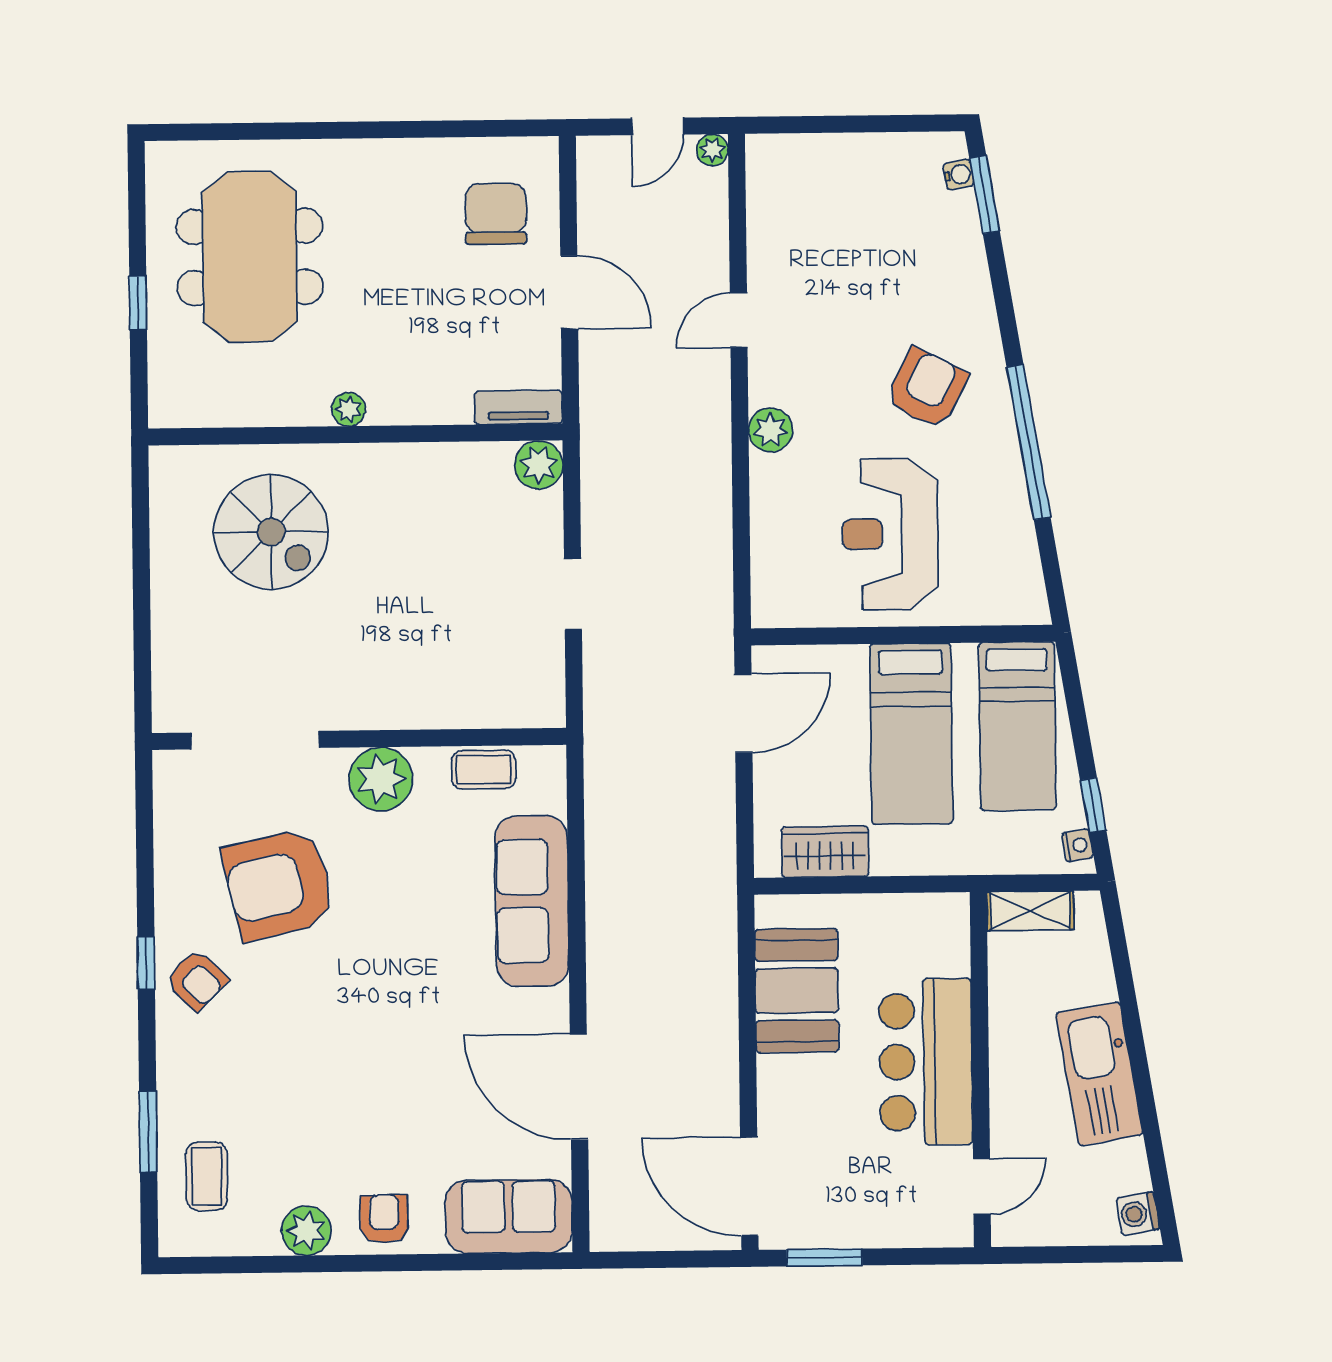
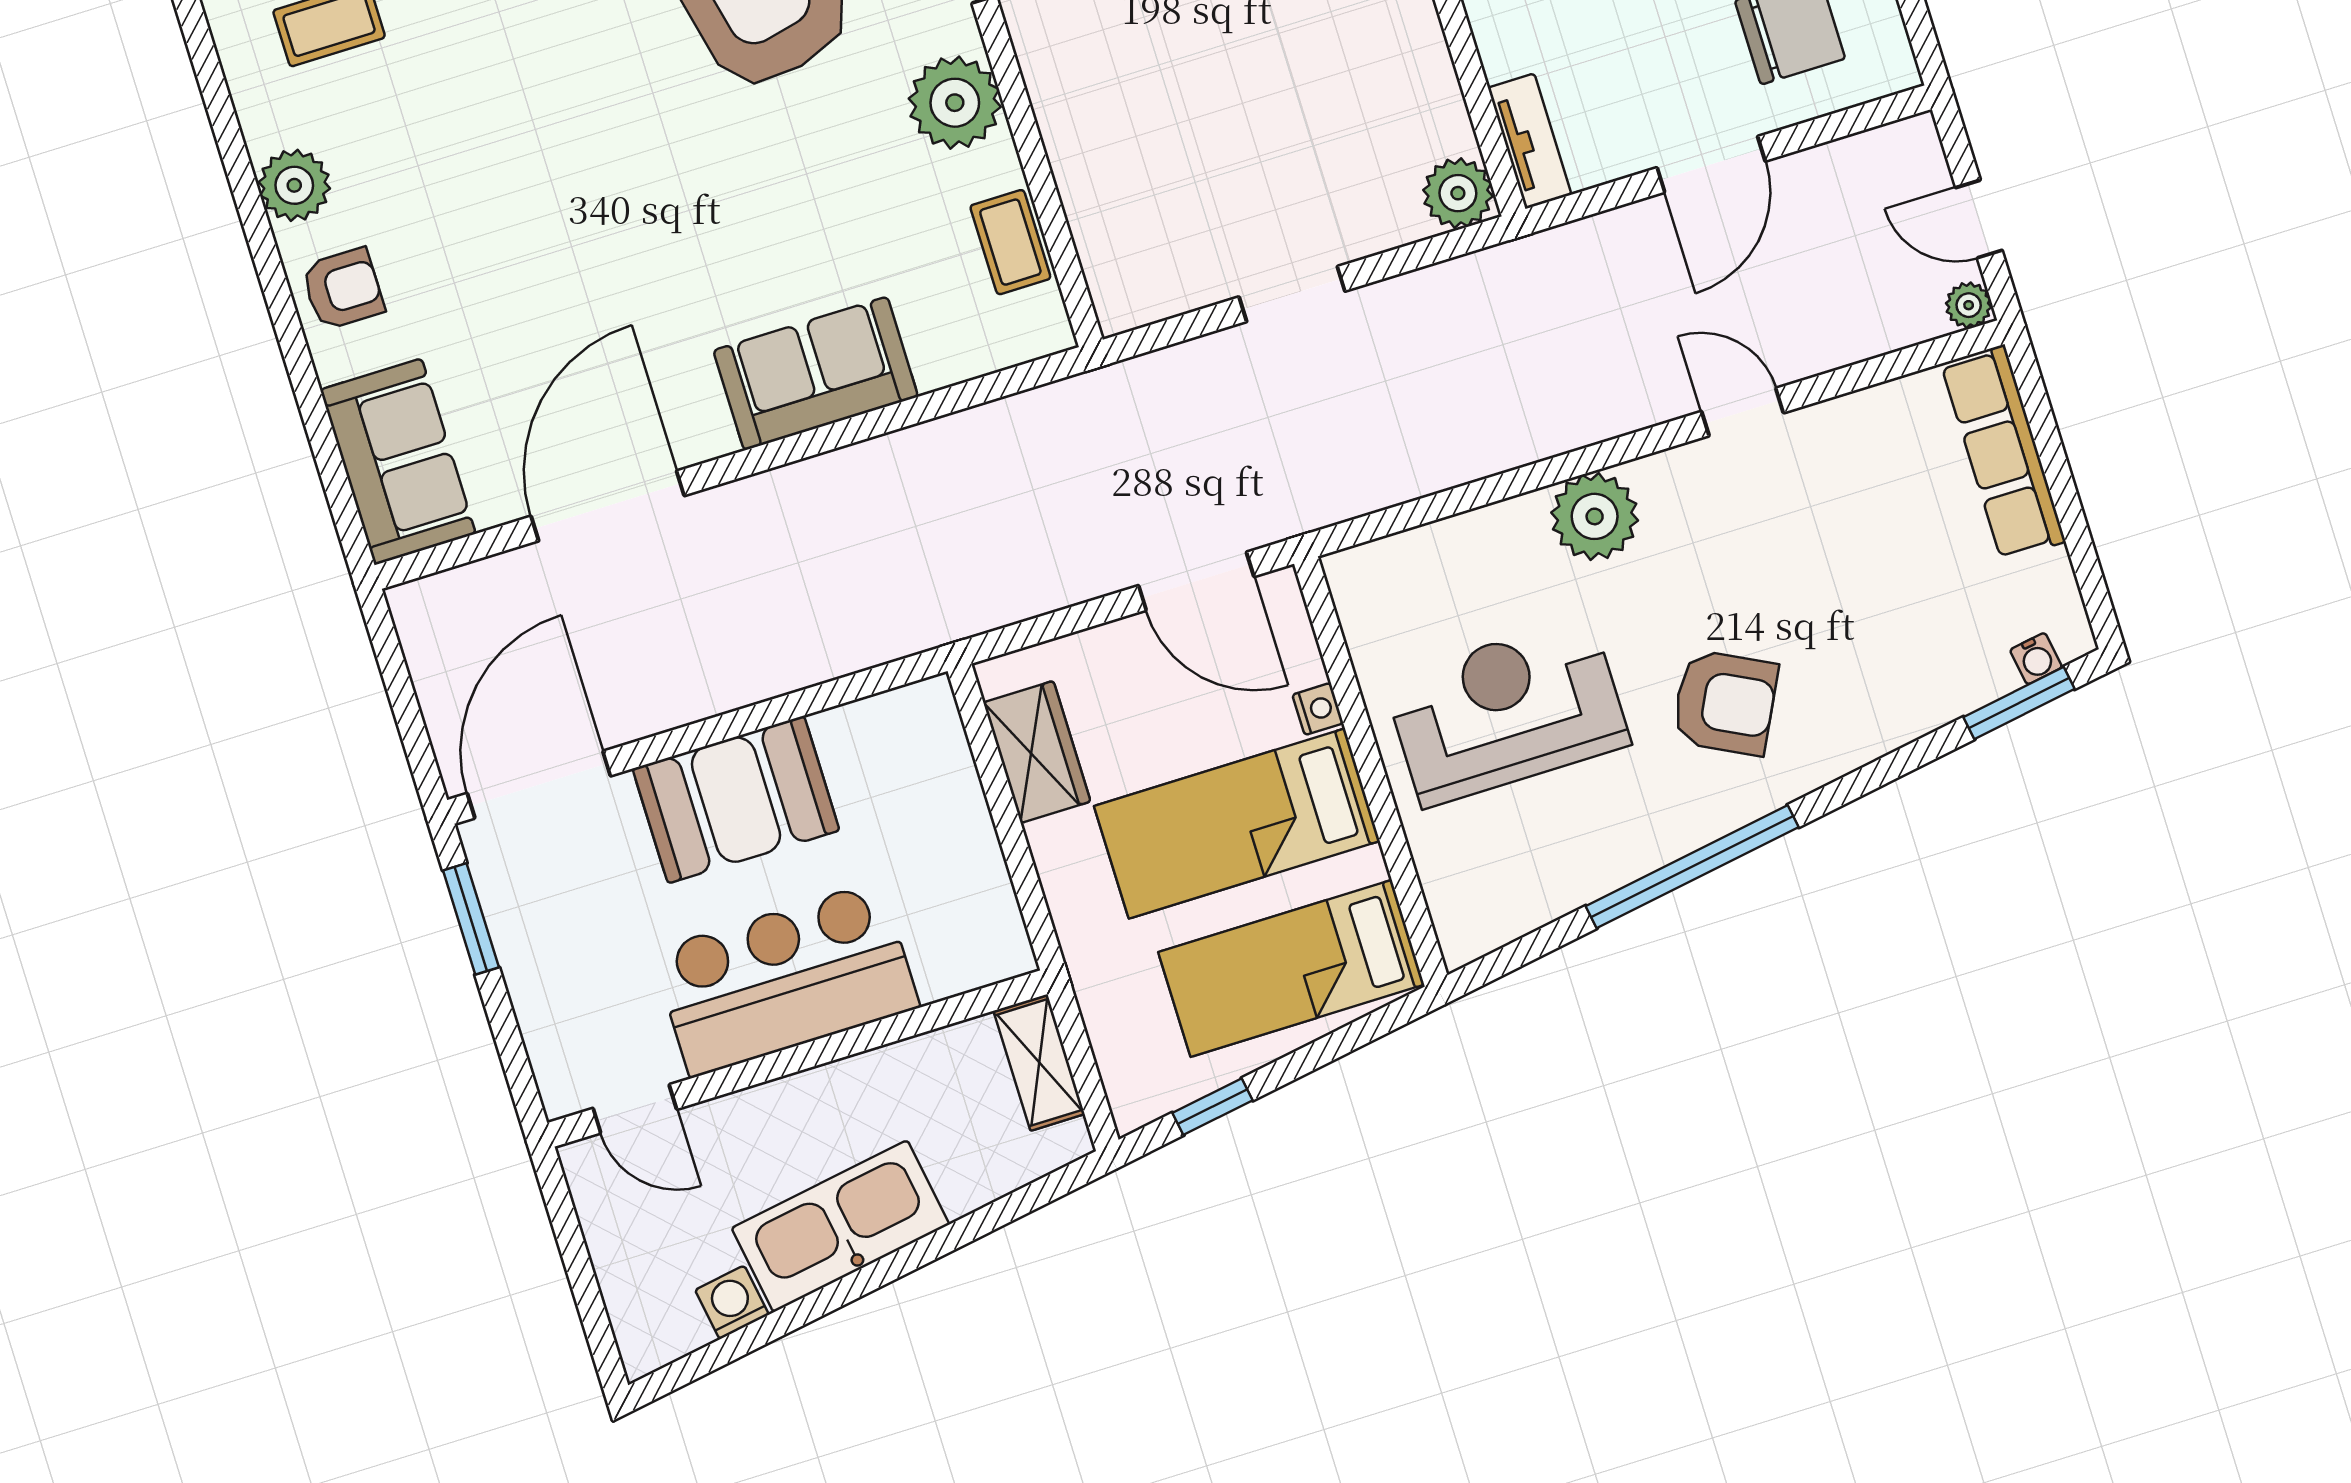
row of seats: (816, 156) -> (2003, 453), added
plant: (771, 430) -> (1595, 516), width x1.36, depth x1.36
nightstand: (1078, 845) -> (1318, 709), moved, turned -81
sofa: (532, 901) -> (816, 374), width x0.73
booth: (797, 991) -> (736, 800), moved
washing machine: (1138, 1214) -> (732, 1302), moved

